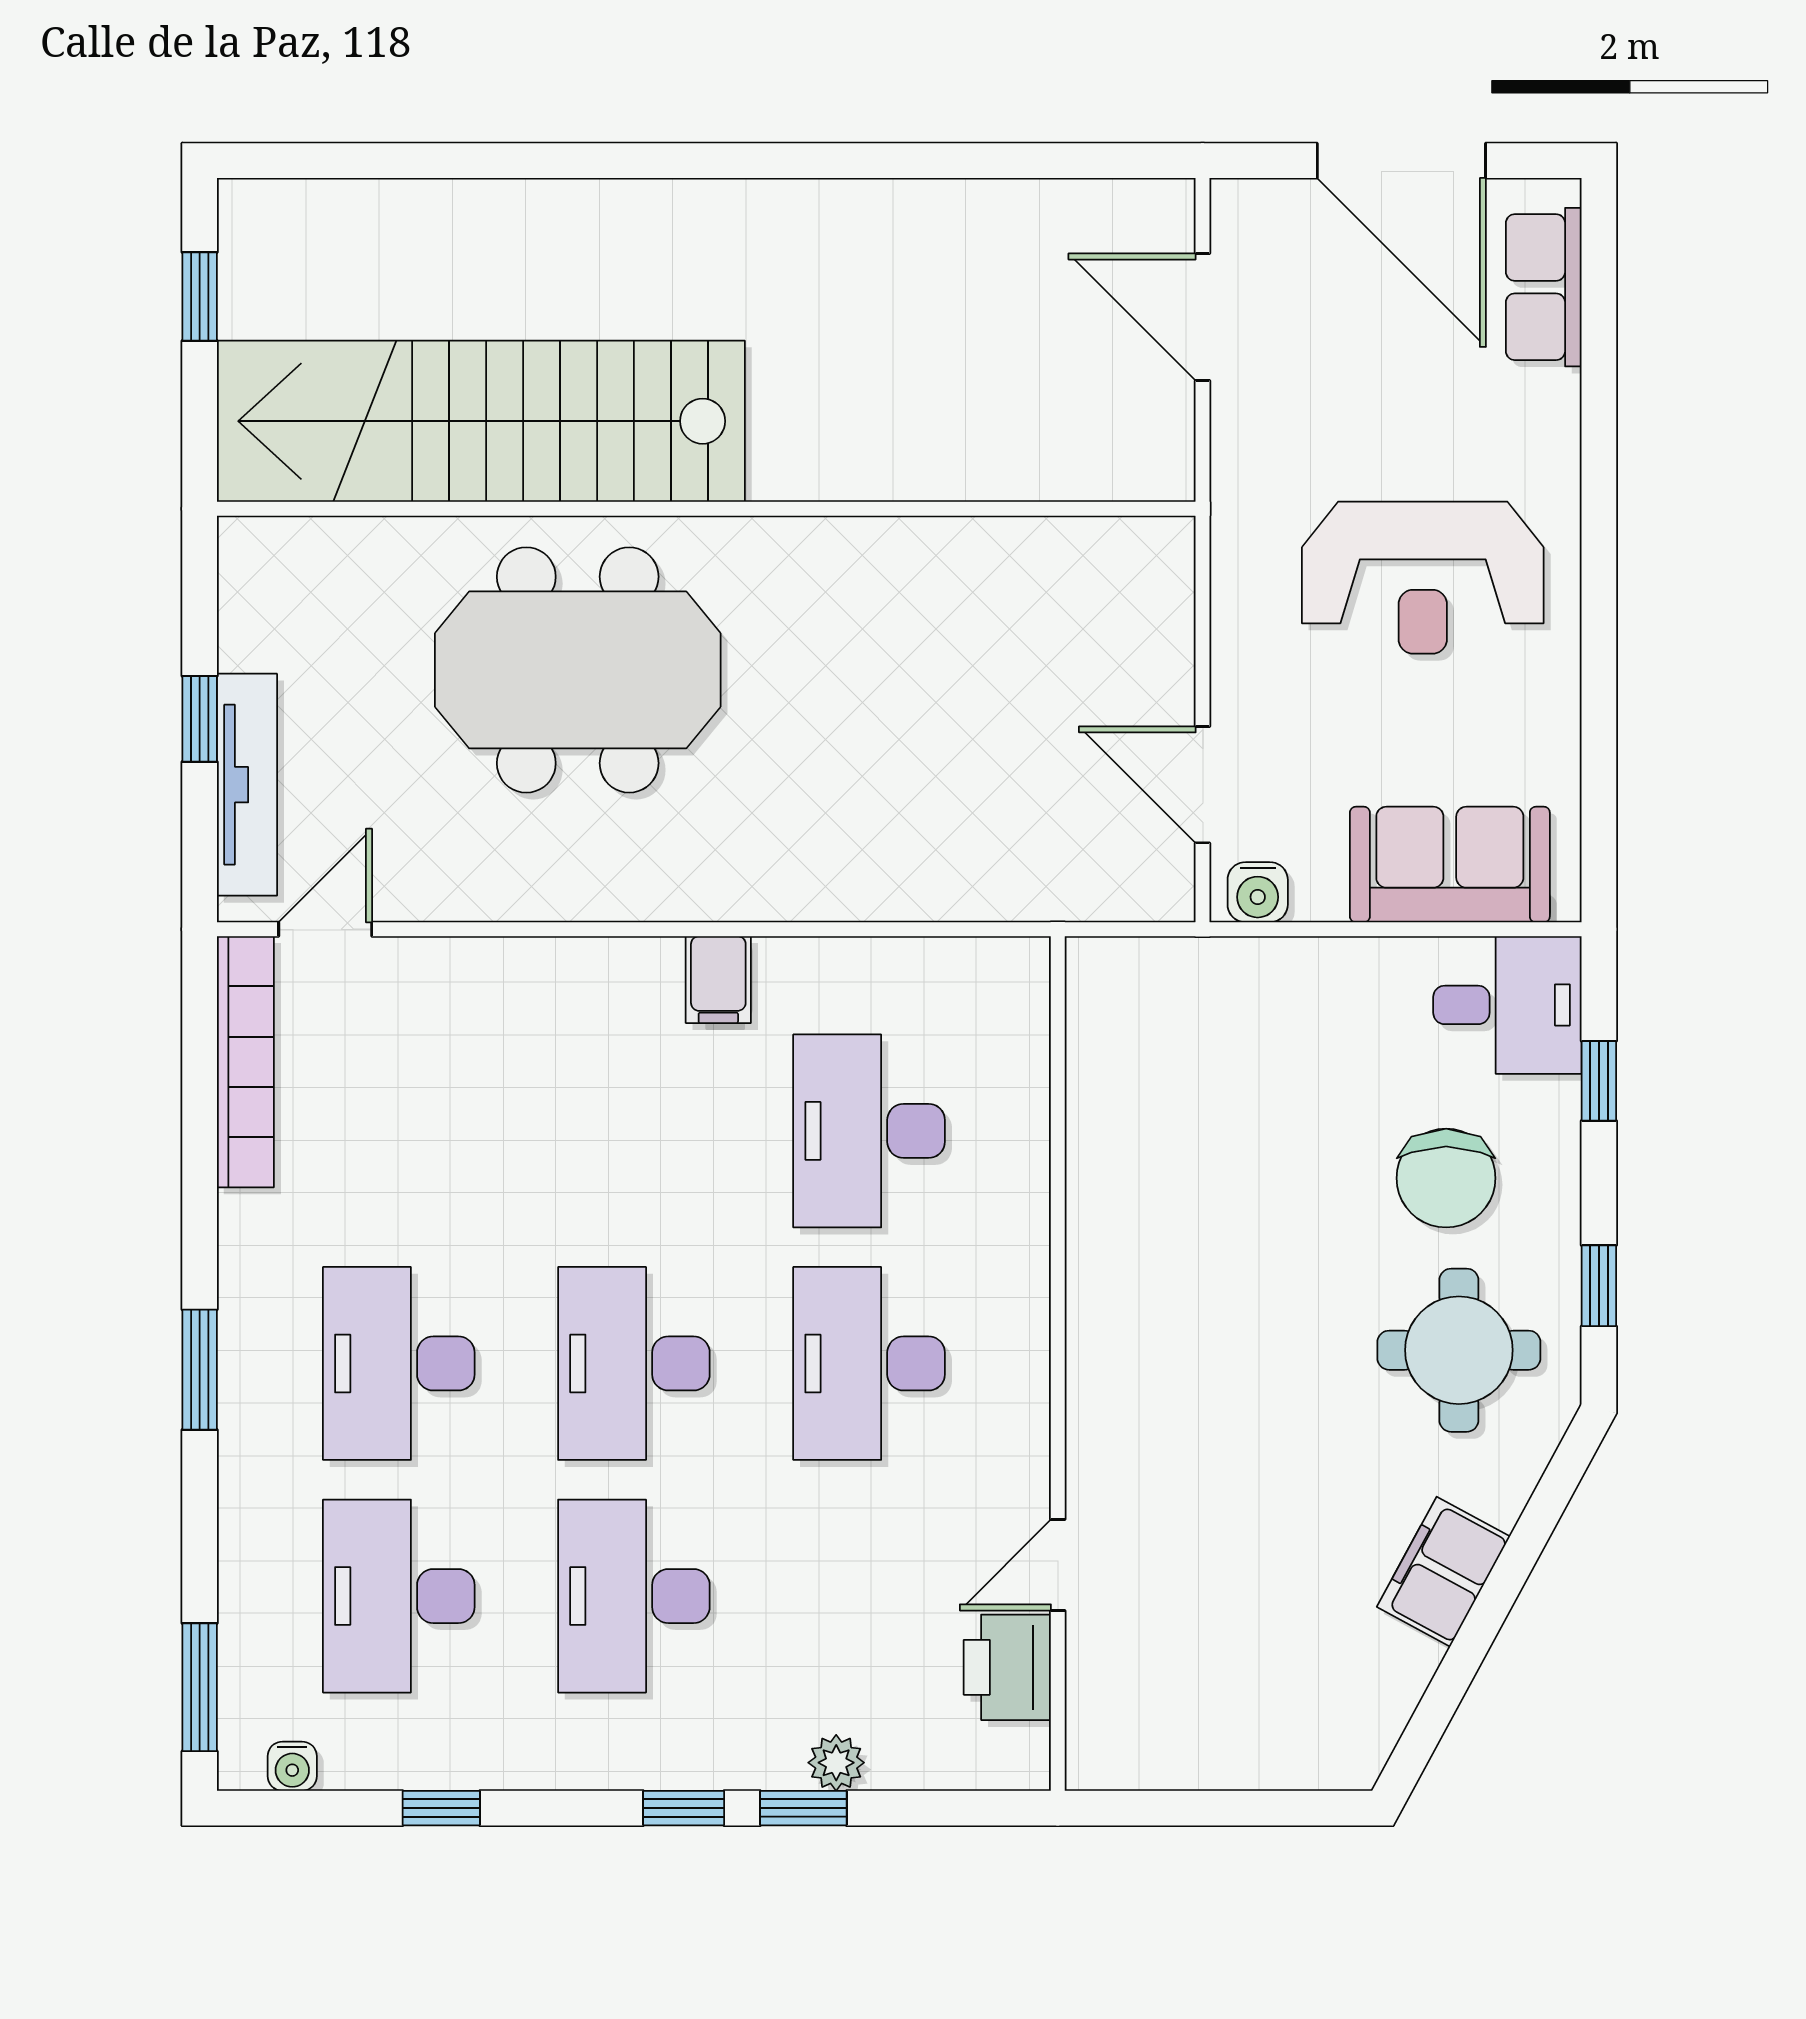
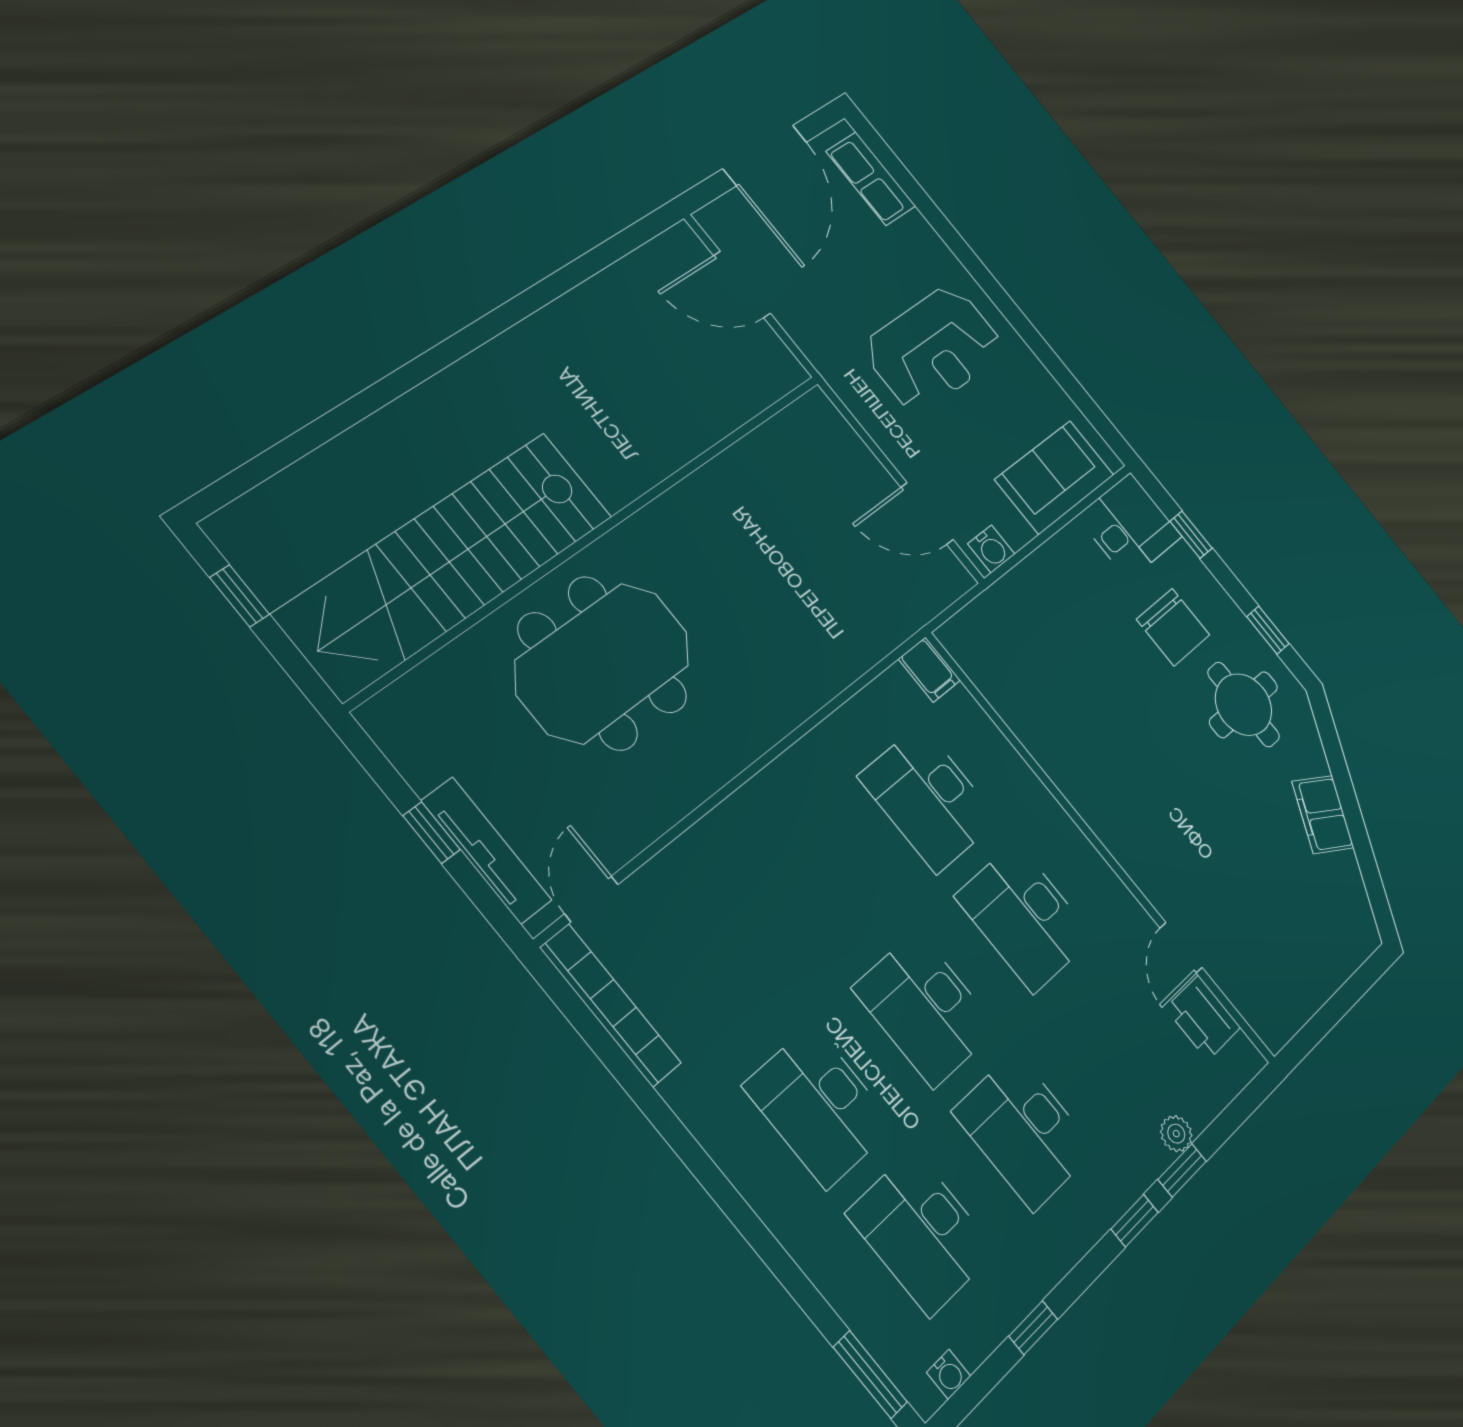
door: (1401, 161) -> (765, 155), hinge flipped
filing cabinet: (718, 980) -> (929, 670), moved
window: (200, 1370) -> (727, 1197), removed

